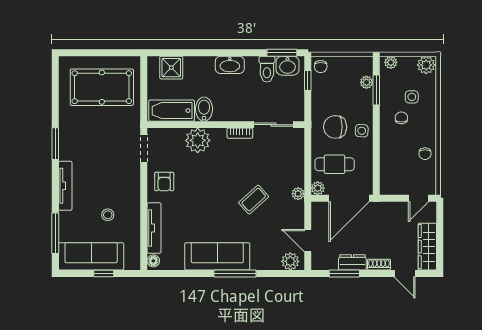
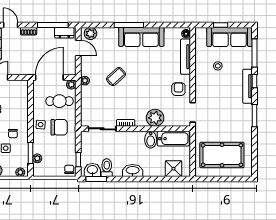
window: (55, 193) -> (255, 81), added
dresser: (352, 262) -> (64, 33), moved
window: (344, 273) -> (53, 25), width x1.44

